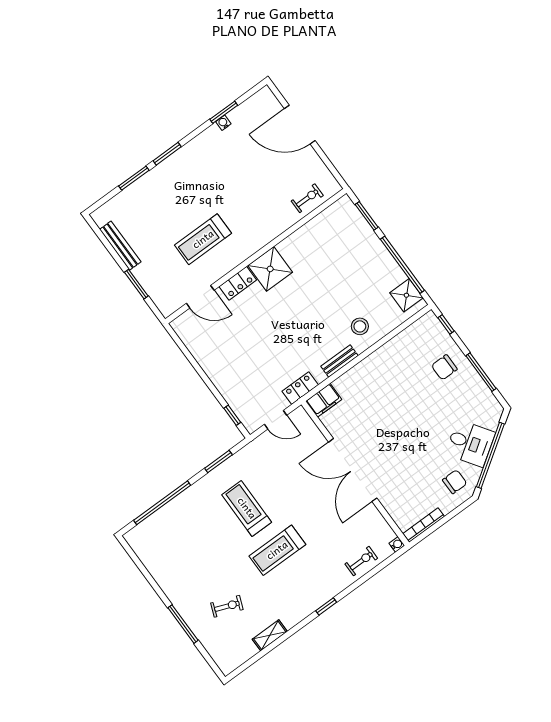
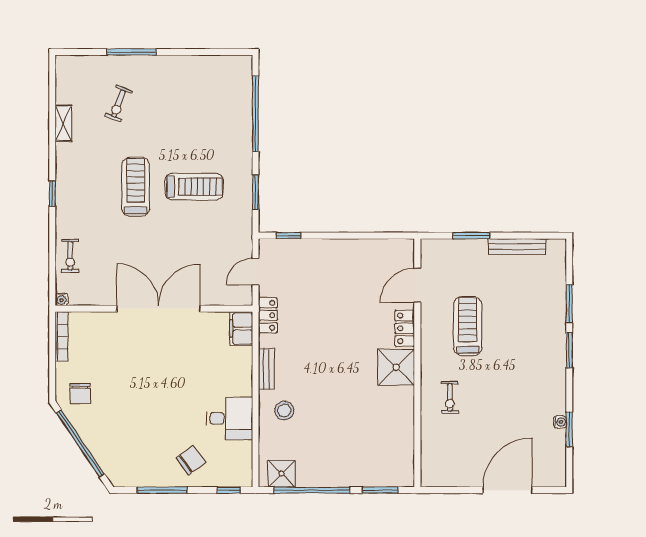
exercise bike: (307, 198) -> (450, 397), moved
chair: (444, 367) -> (191, 460), turned 54
desk: (470, 443) -> (230, 418), moved, turned -146

